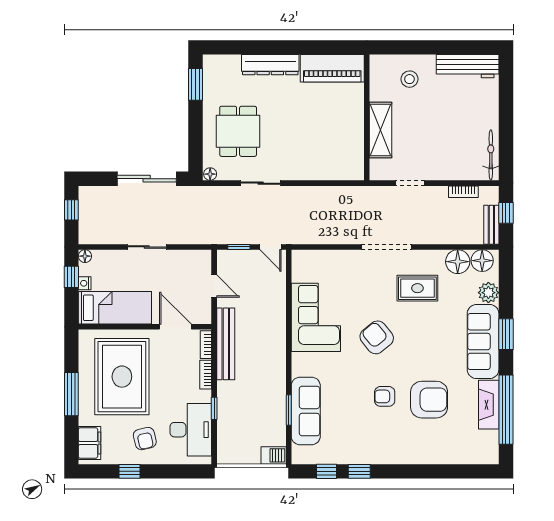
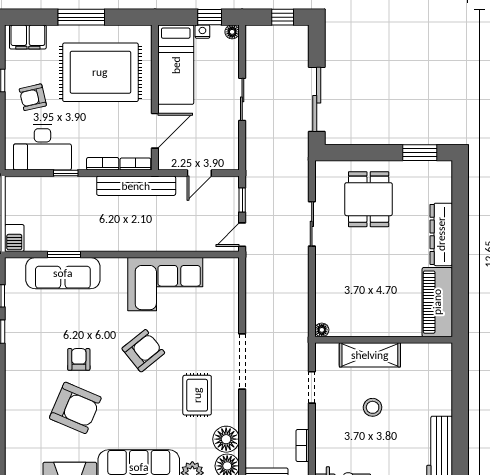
stool: (409, 79) -> (373, 407), moved
dining table: (238, 131) -> (369, 199), turned 90
floor lamp: (210, 174) -> (322, 330), moved
armchair: (429, 400) -> (75, 408), turned -67

